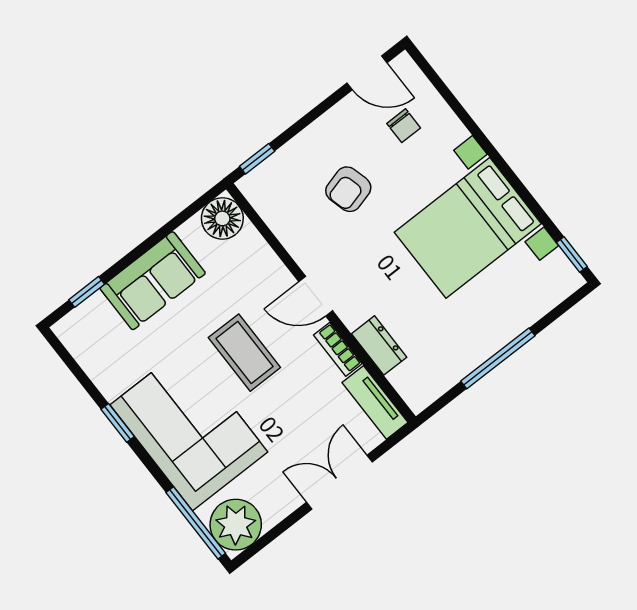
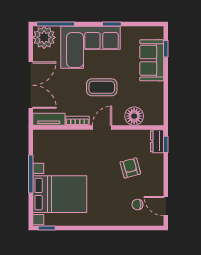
door: (367, 73) -> (166, 206), hinge flipped
floor lamp: (222, 218) -> (134, 116), moved
bed with nightstands: (468, 228) -> (60, 194), moved, turned 90
sofa: (153, 281) -> (152, 60), moved
dresser: (379, 345) -> (157, 141), moved, turned 90
double door: (339, 482) -> (31, 85), width x1.37

